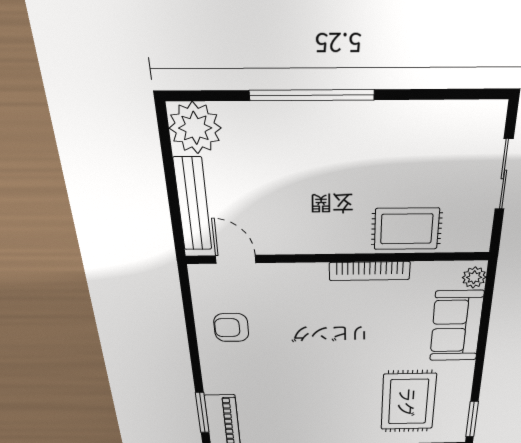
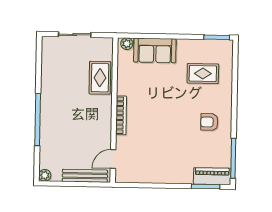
plant: (195, 128) -> (45, 175), width x0.53, depth x0.53
bookcase: (370, 271) -> (121, 115), moved
armchair: (231, 328) -> (209, 122), moved, turned 90
rug: (408, 402) -> (203, 73), width x0.73, depth x0.70

